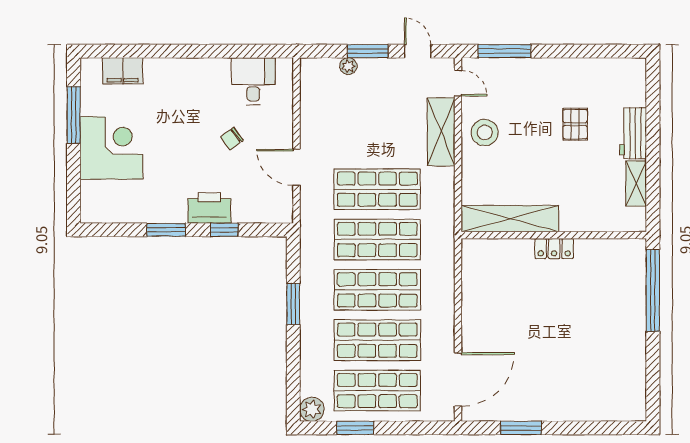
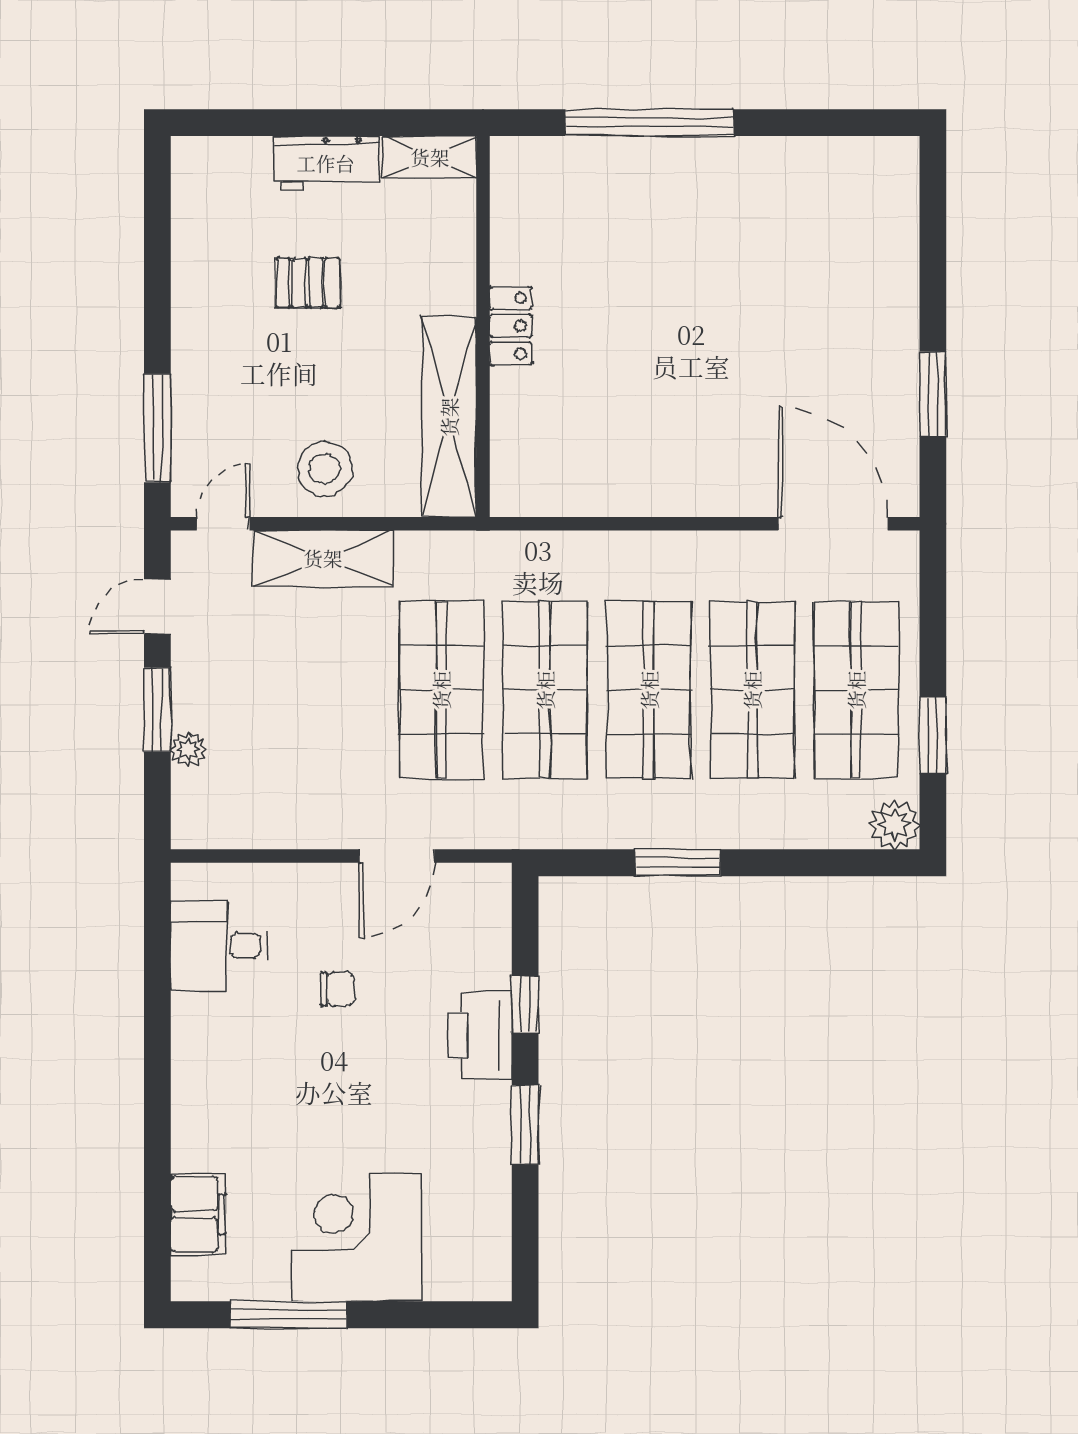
chair: (232, 139) -> (337, 989), turned -53
shelving: (510, 219) -> (449, 417), moved
wall: (554, 235) -> (483, 326), moved
locker: (554, 249) -> (511, 326), moved

